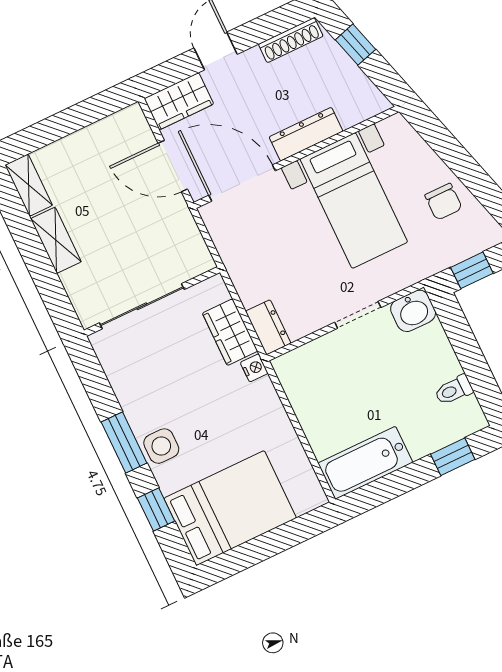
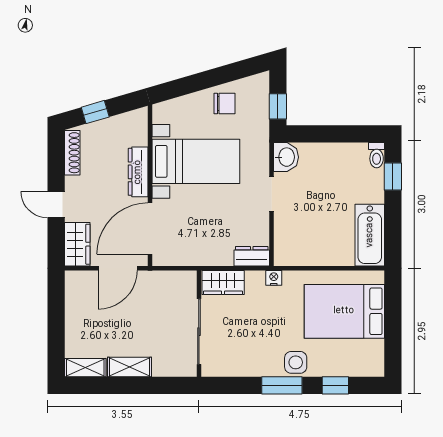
wardrobe: (230, 332) -> (223, 283), moved
toilet: (454, 390) -> (377, 155), moved
bed: (230, 508) -> (344, 311), moved, turned -90

